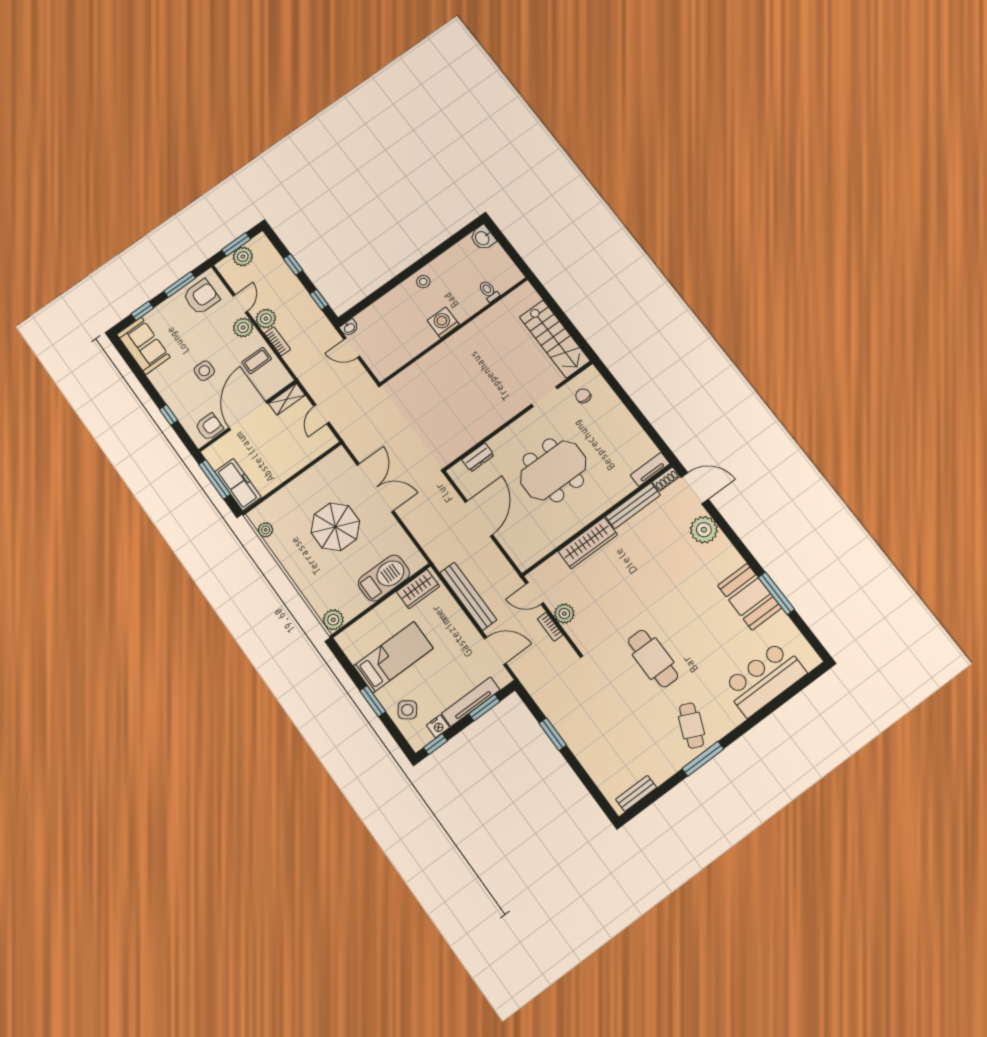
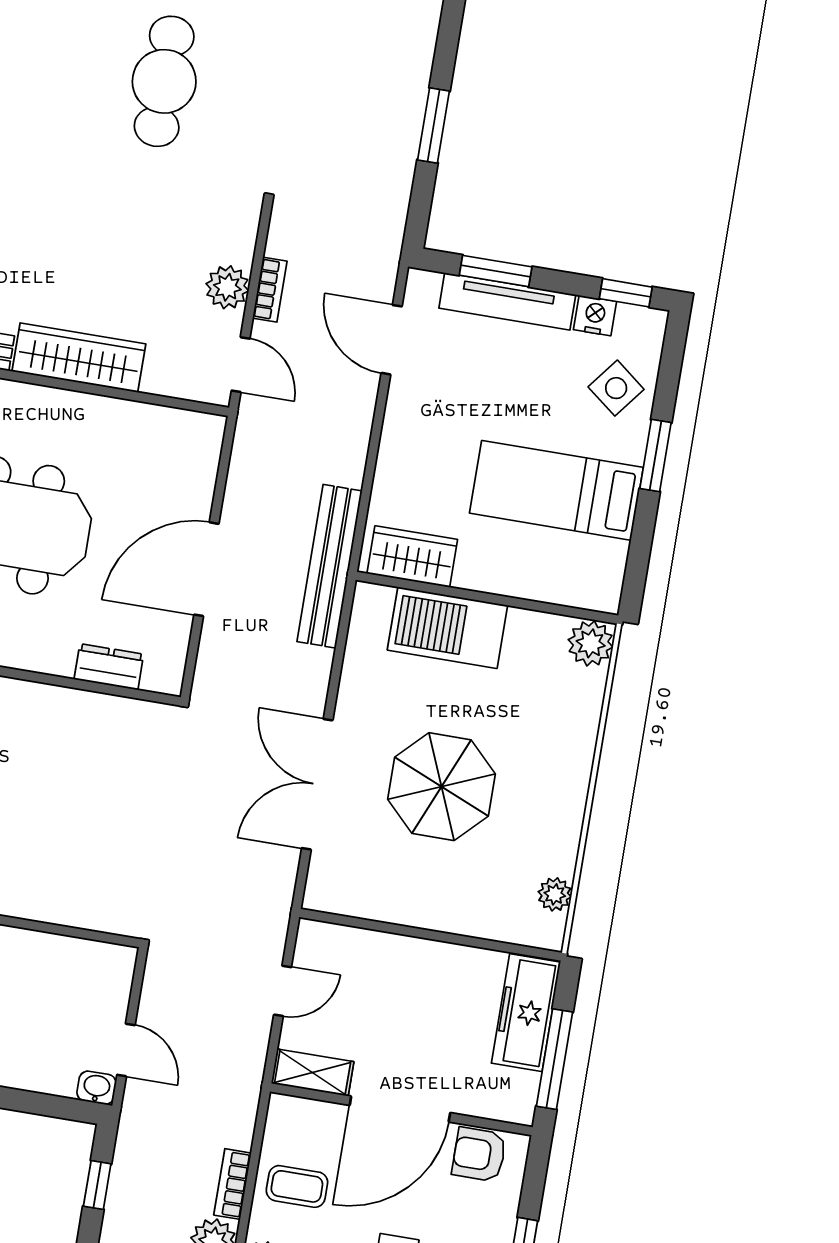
bench: (468, 596) -> (329, 566), moved

